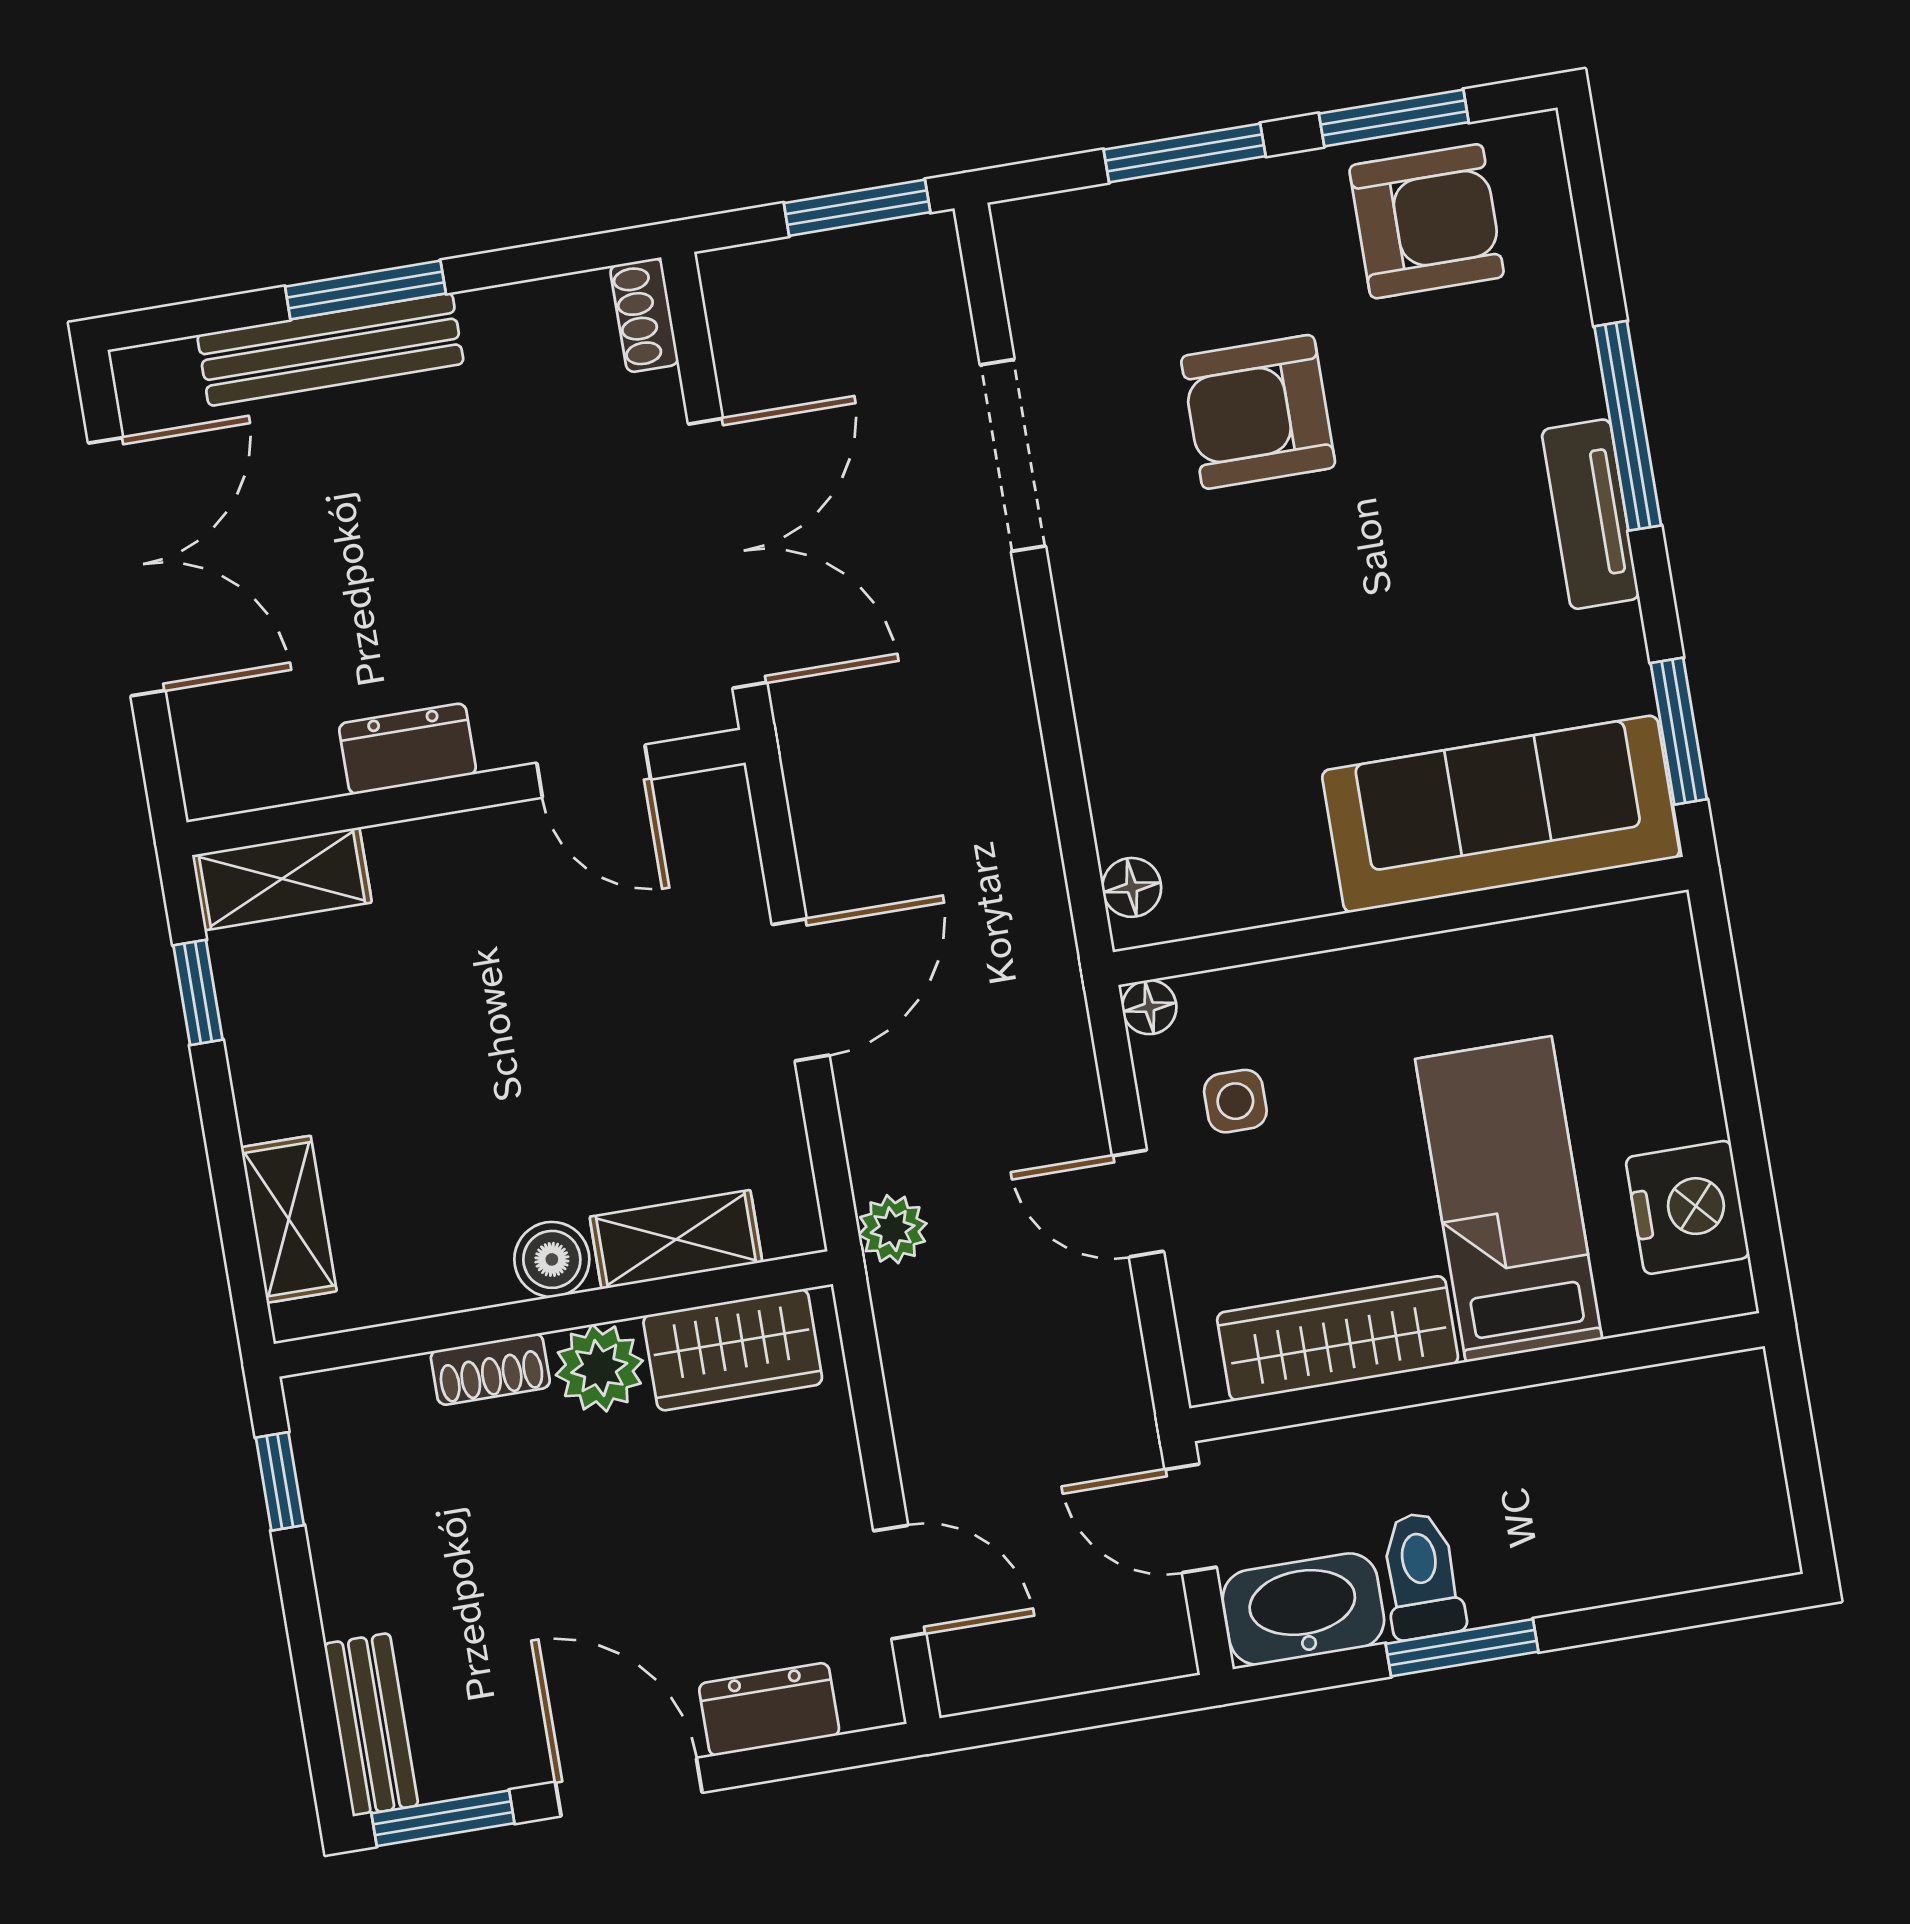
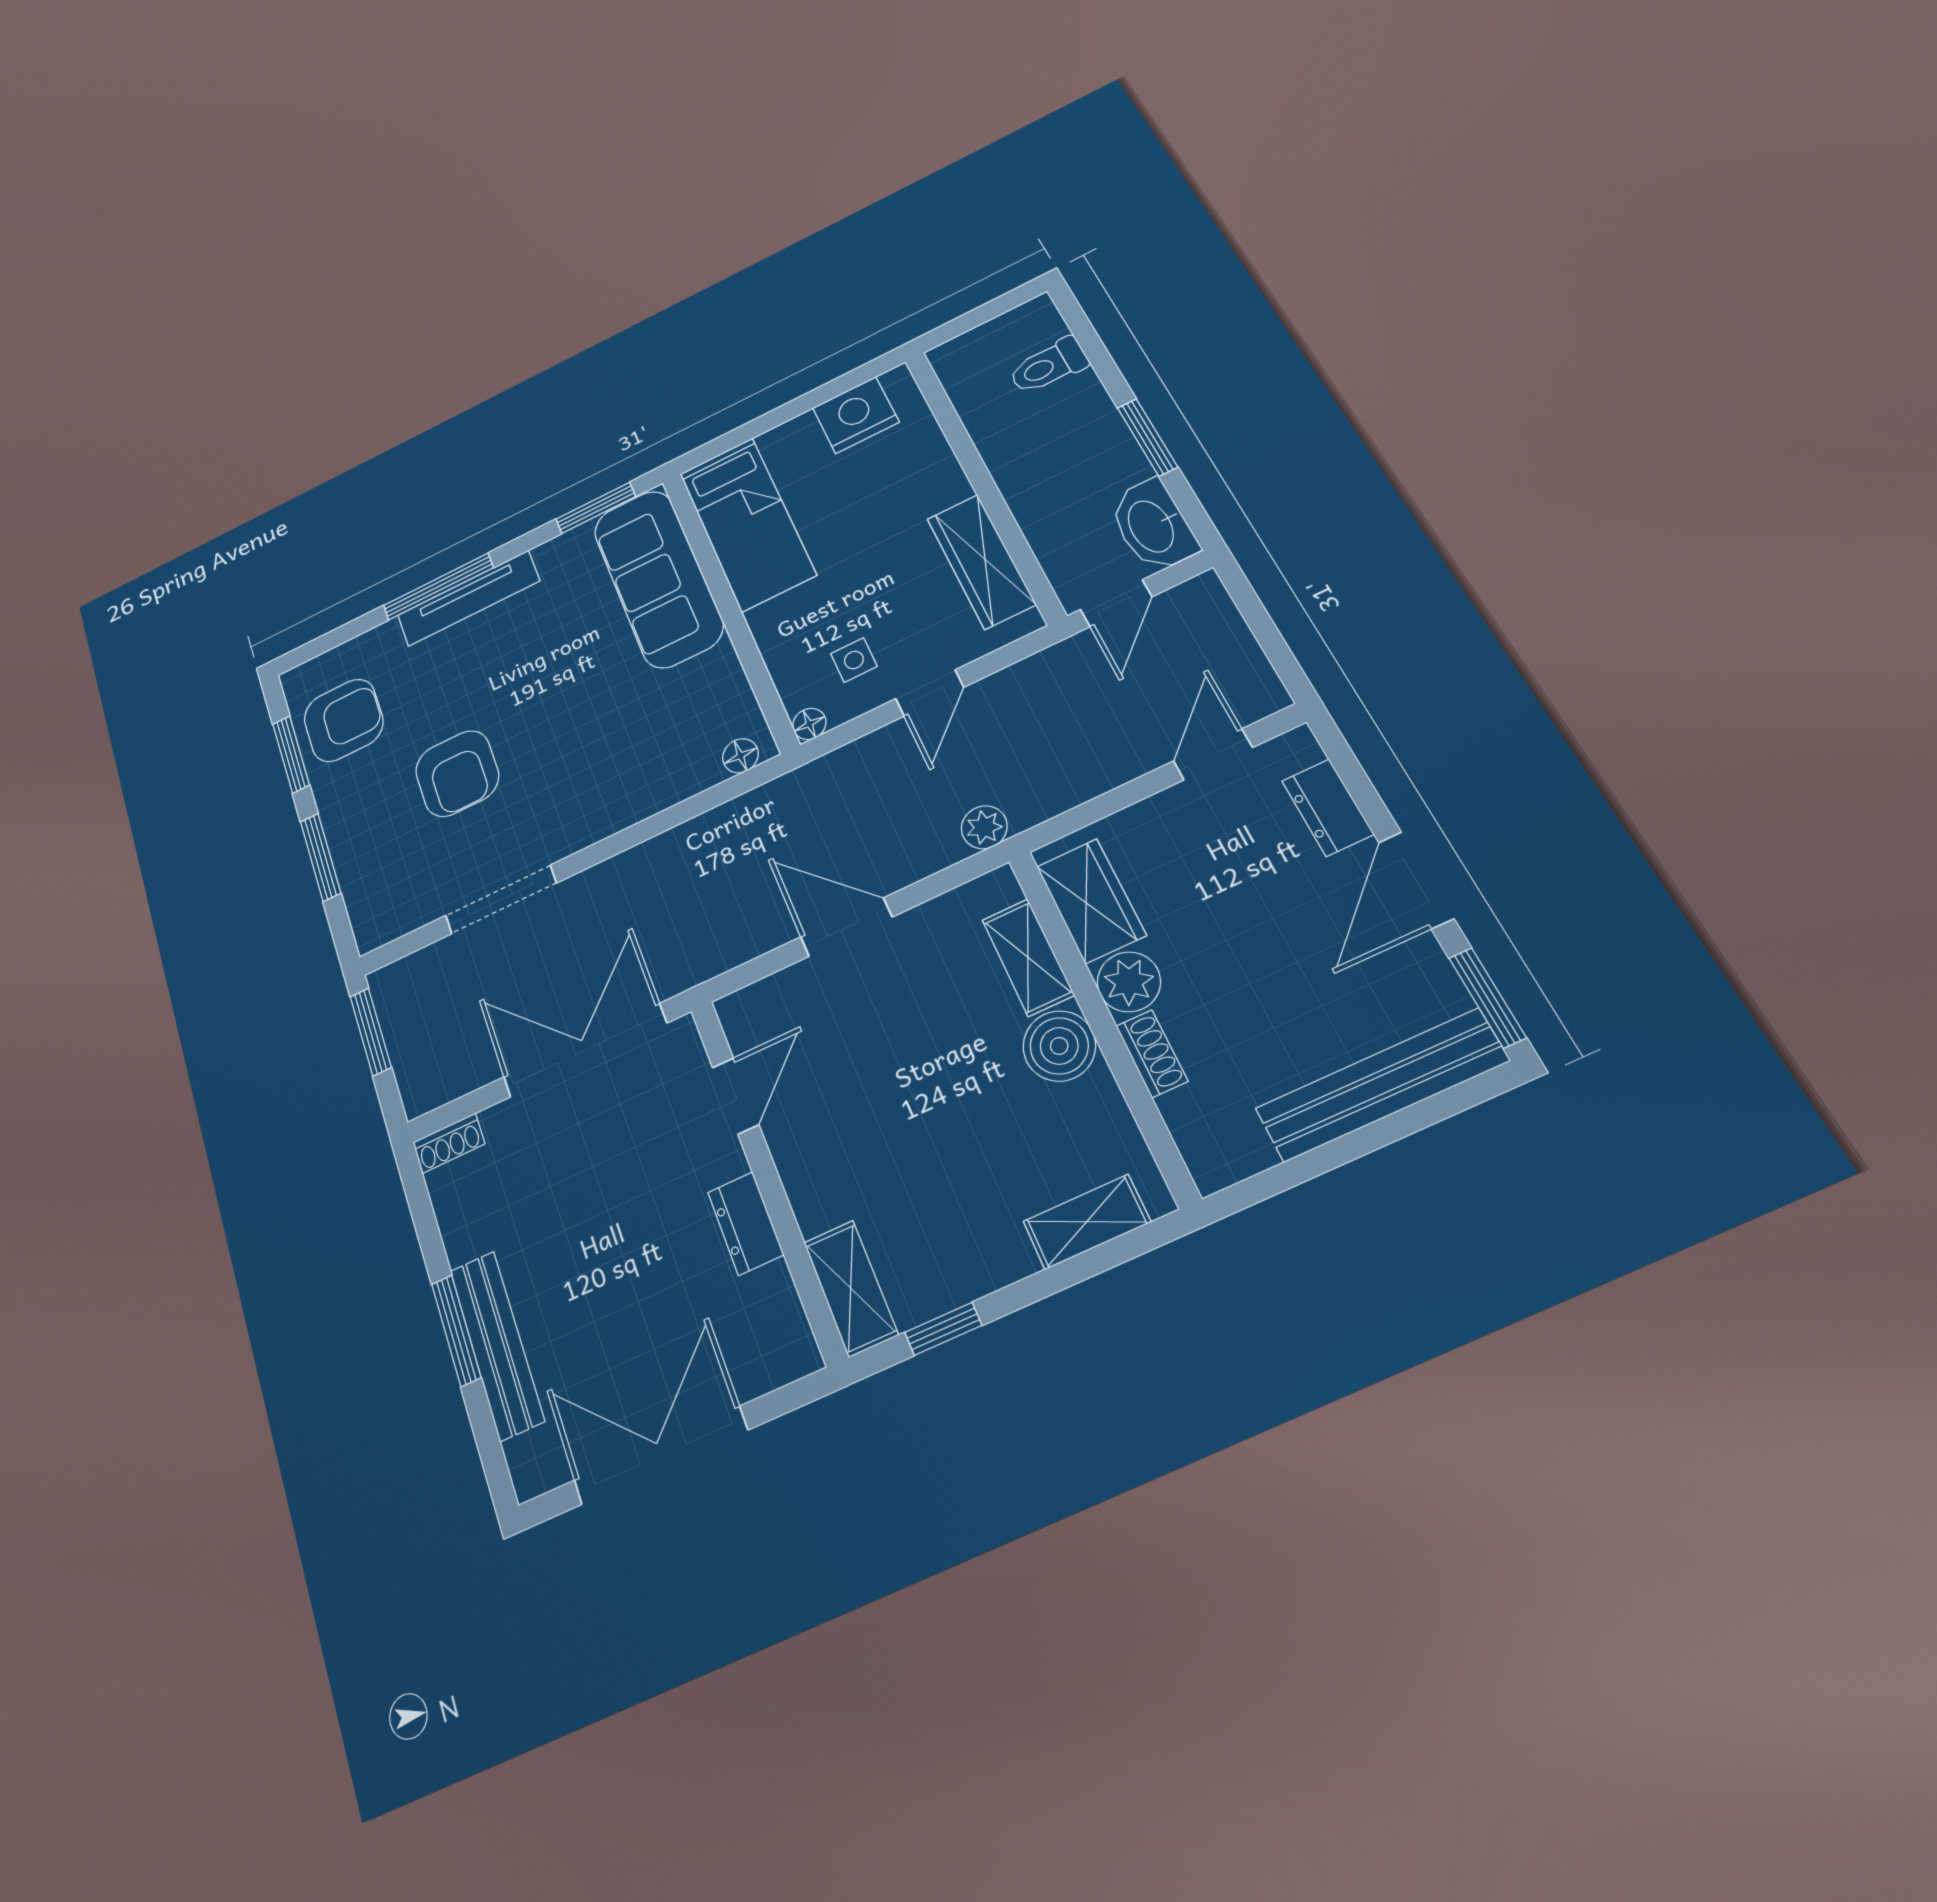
armchair: (1427, 221) -> (344, 720), turned 90
tv unit: (1590, 514) -> (468, 598), width x1.41
bed: (1509, 1199) -> (747, 524), moved, turned -90
boiler: (552, 1259) -> (1059, 1046), width x1.36, depth x1.36
window: (280, 1481) -> (1279, 1179), removed
toilet: (1422, 1575) -> (1048, 366), moved
bench: (371, 1725) -> (1381, 1085), width x1.86, depth x1.21

